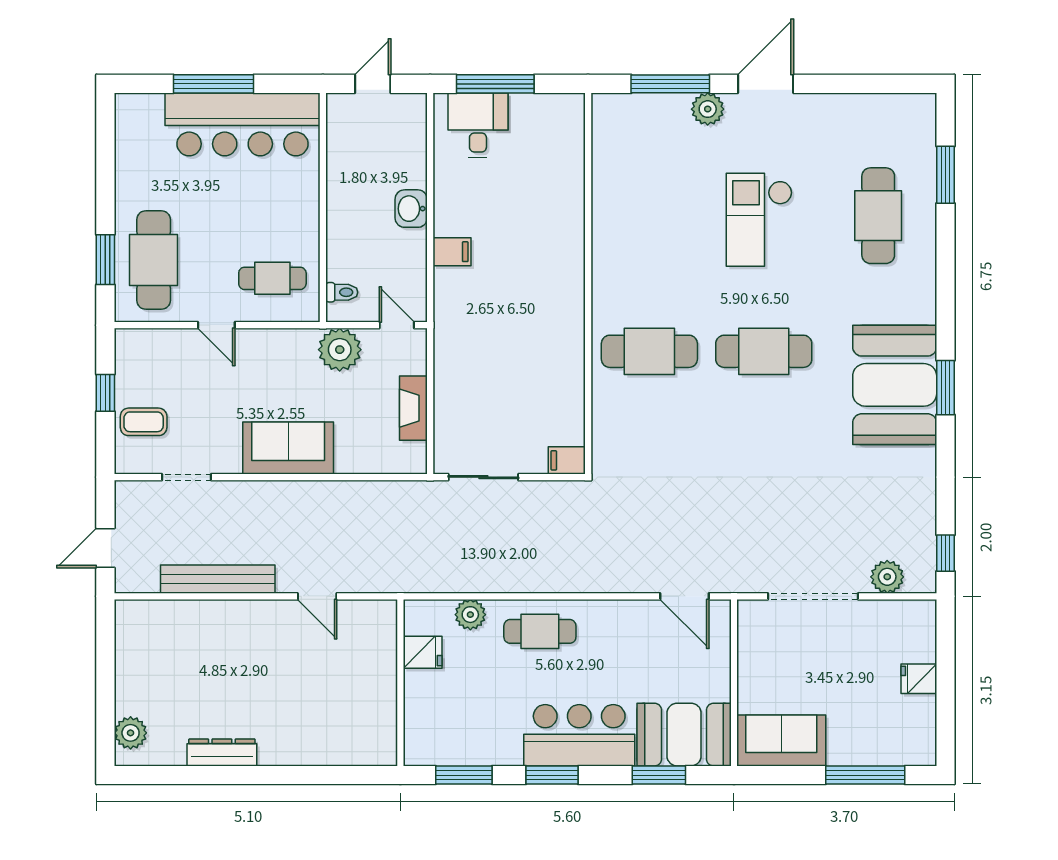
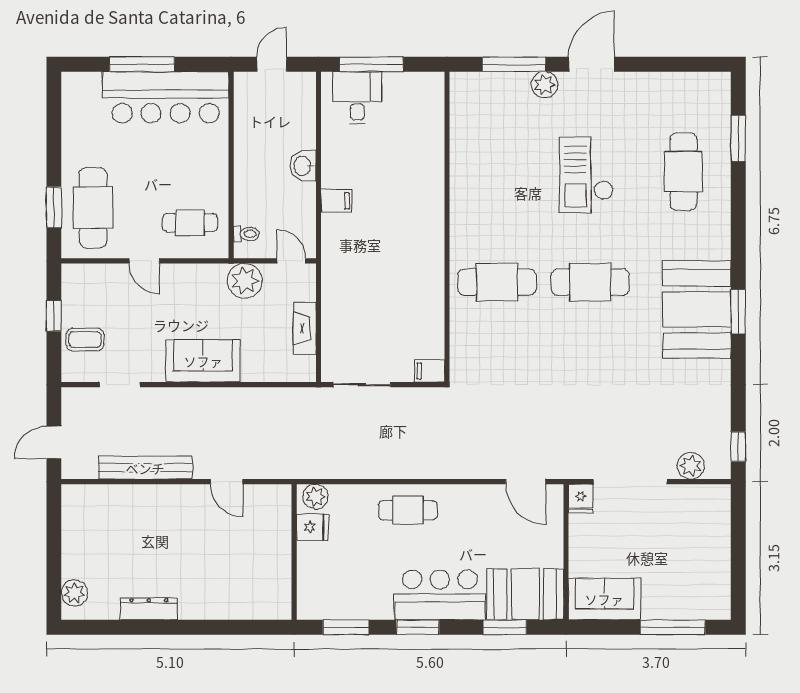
plant: (470, 615) -> (315, 497), moved
fridge: (919, 679) -> (580, 499), moved, turned -90

